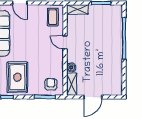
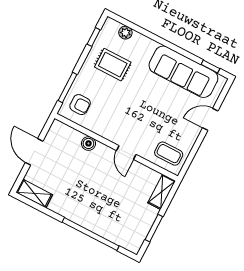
door: (65, 42) -> (126, 152), swing flipped
rug: (17, 77) -> (113, 65), width x0.73, depth x0.70
shelving: (72, 84) -> (34, 193), moved

